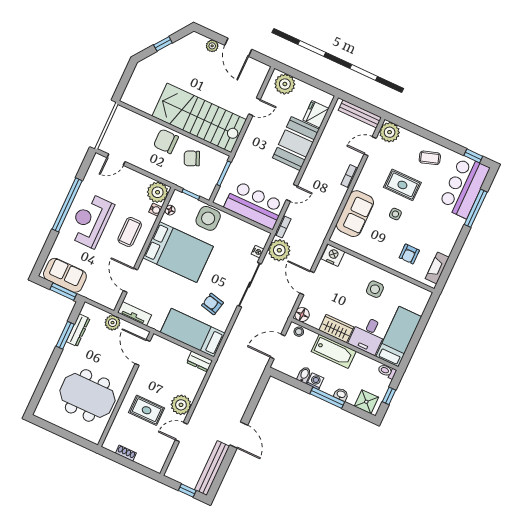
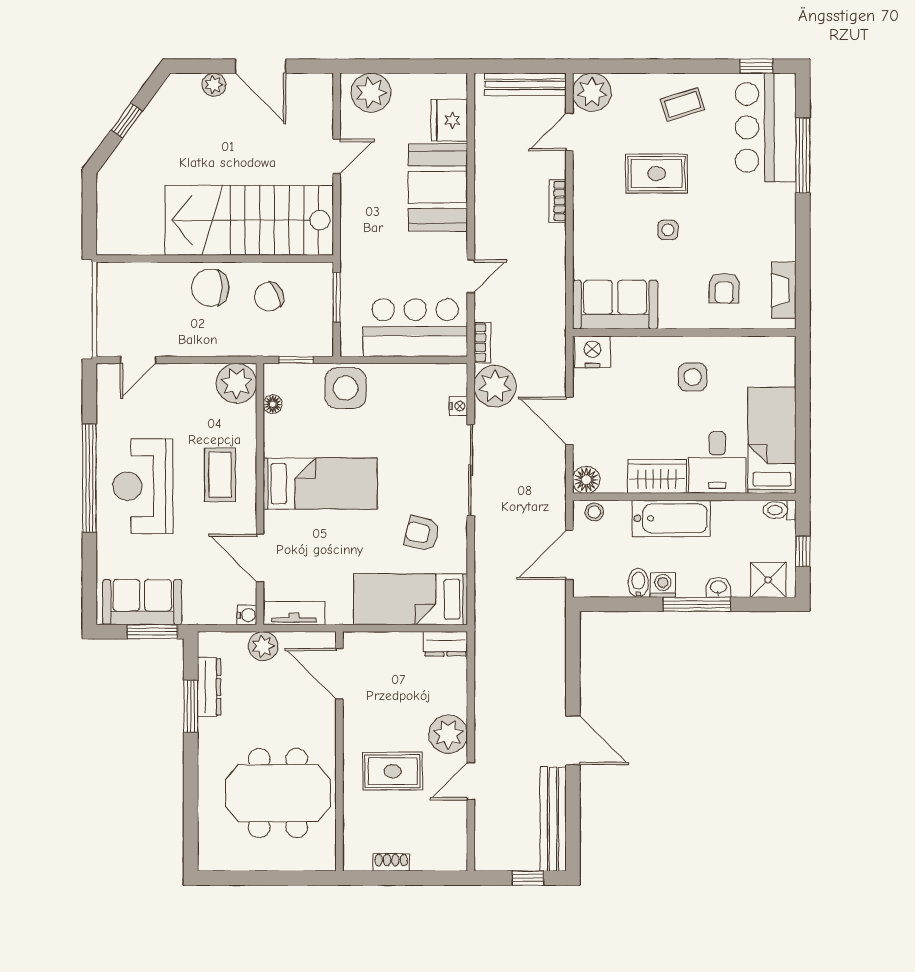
water cooler: (155, 210) -> (247, 615), moved
sofa: (355, 214) -> (615, 305), moved, turned -90
bed: (178, 252) -> (320, 484), width x0.67

